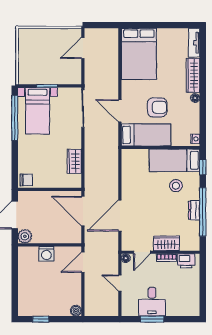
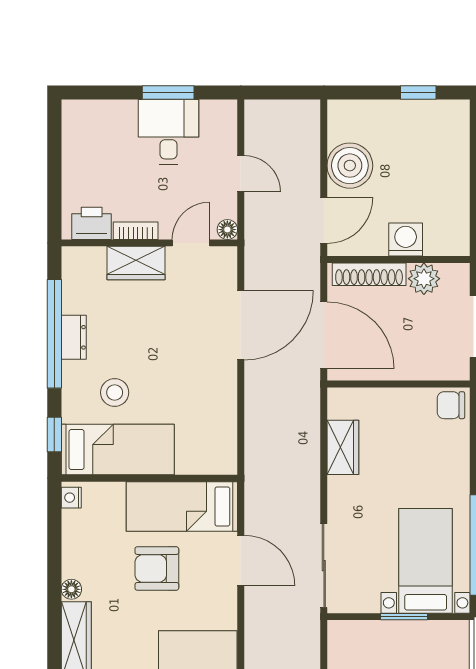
plant: (25, 236) -> (424, 279), moved
shoe rack: (63, 238) -> (369, 274), added
boiler: (76, 311) -> (350, 166), moved, width x1.86, depth x1.86

